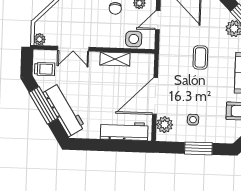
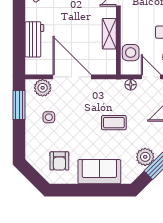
floor lamp: (165, 40) -> (131, 85), added
workbench: (124, 131) -> (34, 39), width x0.73
window: (198, 148) -> (19, 105), moved

